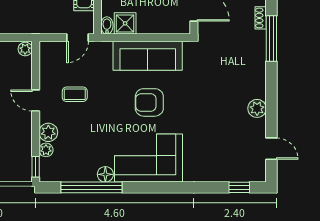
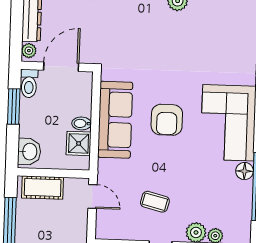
bidet: (107, 25) -> (82, 123), moved
coffee table: (75, 94) -> (155, 202), turned -76

